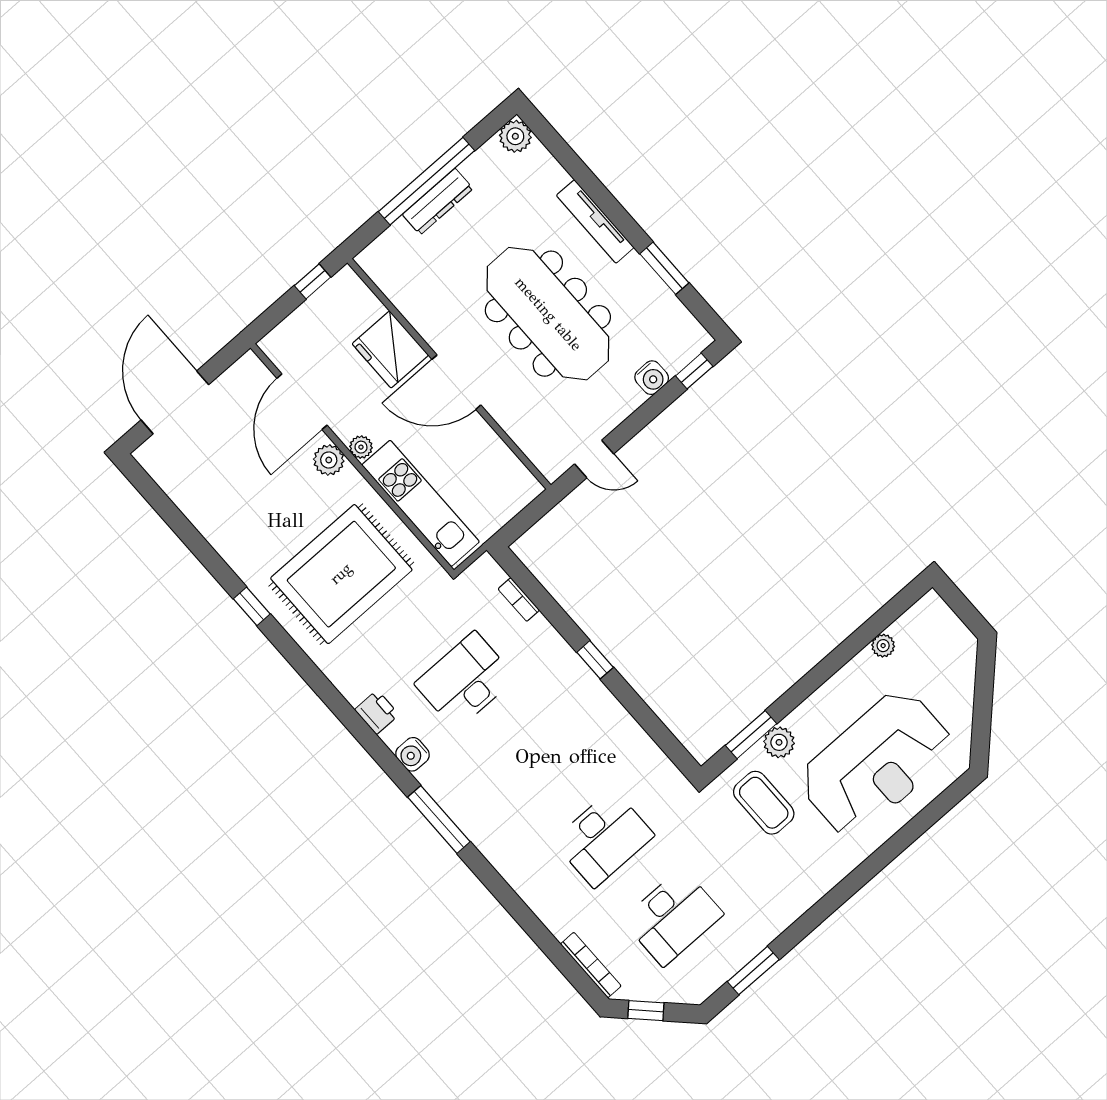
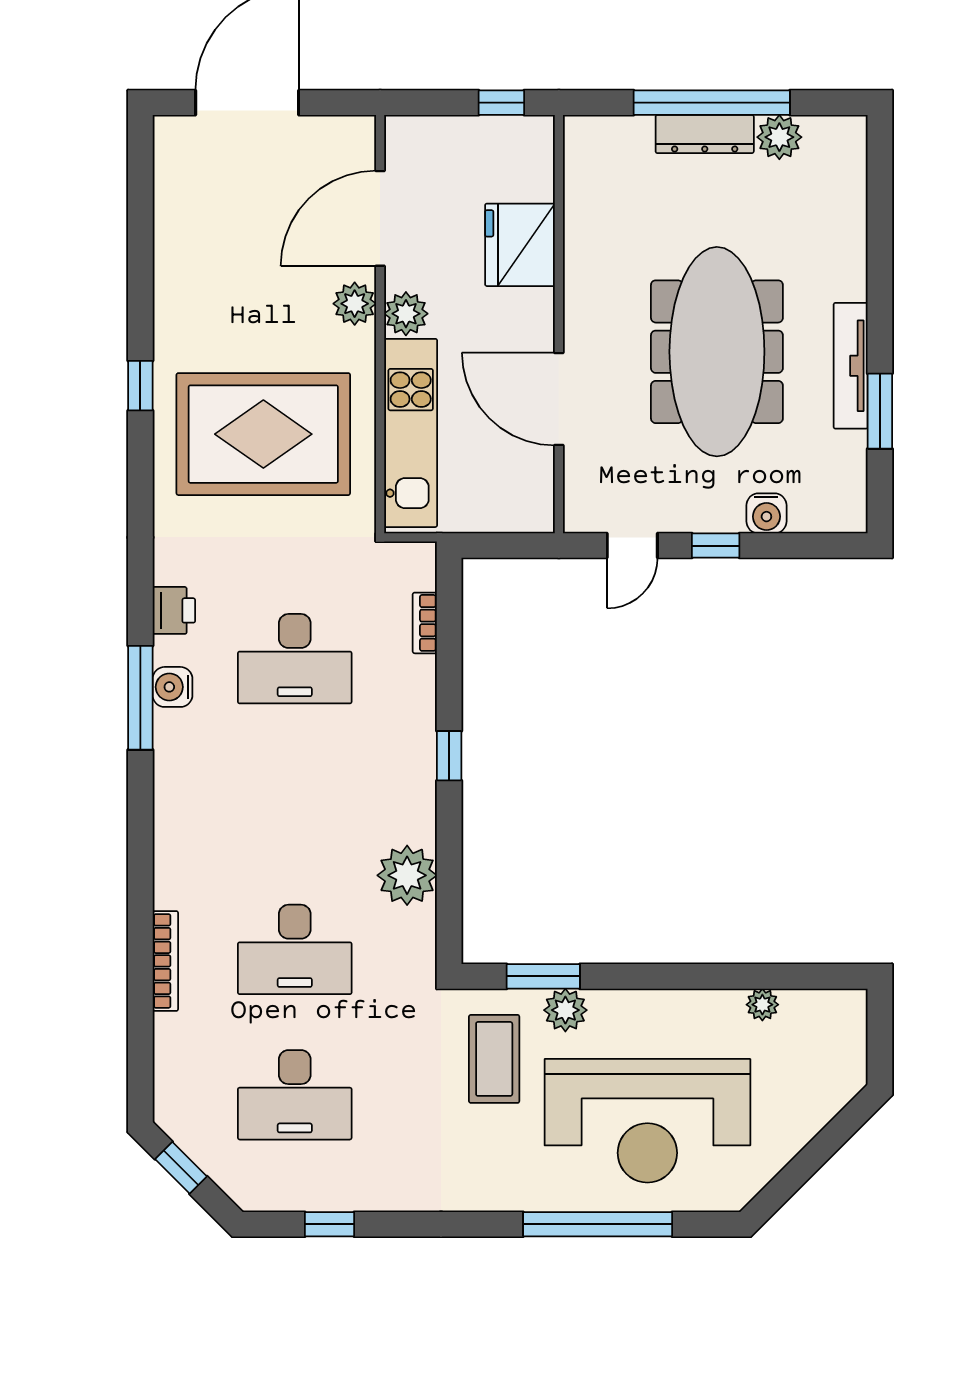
plant: (515, 136) -> (779, 137), moved
tv unit: (595, 221) -> (851, 366), moved
window: (694, 371) -> (716, 546), moved
door: (456, 382) -> (559, 399), moved
plant: (361, 447) -> (406, 314), width x1.38, depth x1.38
door: (594, 459) -> (632, 546), hinge flipped
desk: (465, 681) -> (295, 659), turned 180
plant: (629, 745) -> (407, 875), added
window: (439, 819) -> (140, 698), moved
window: (898, 843) -> (598, 1224), added
bookcase: (591, 965) -> (165, 961), moved
window: (753, 971) -> (330, 1224), width x0.67

